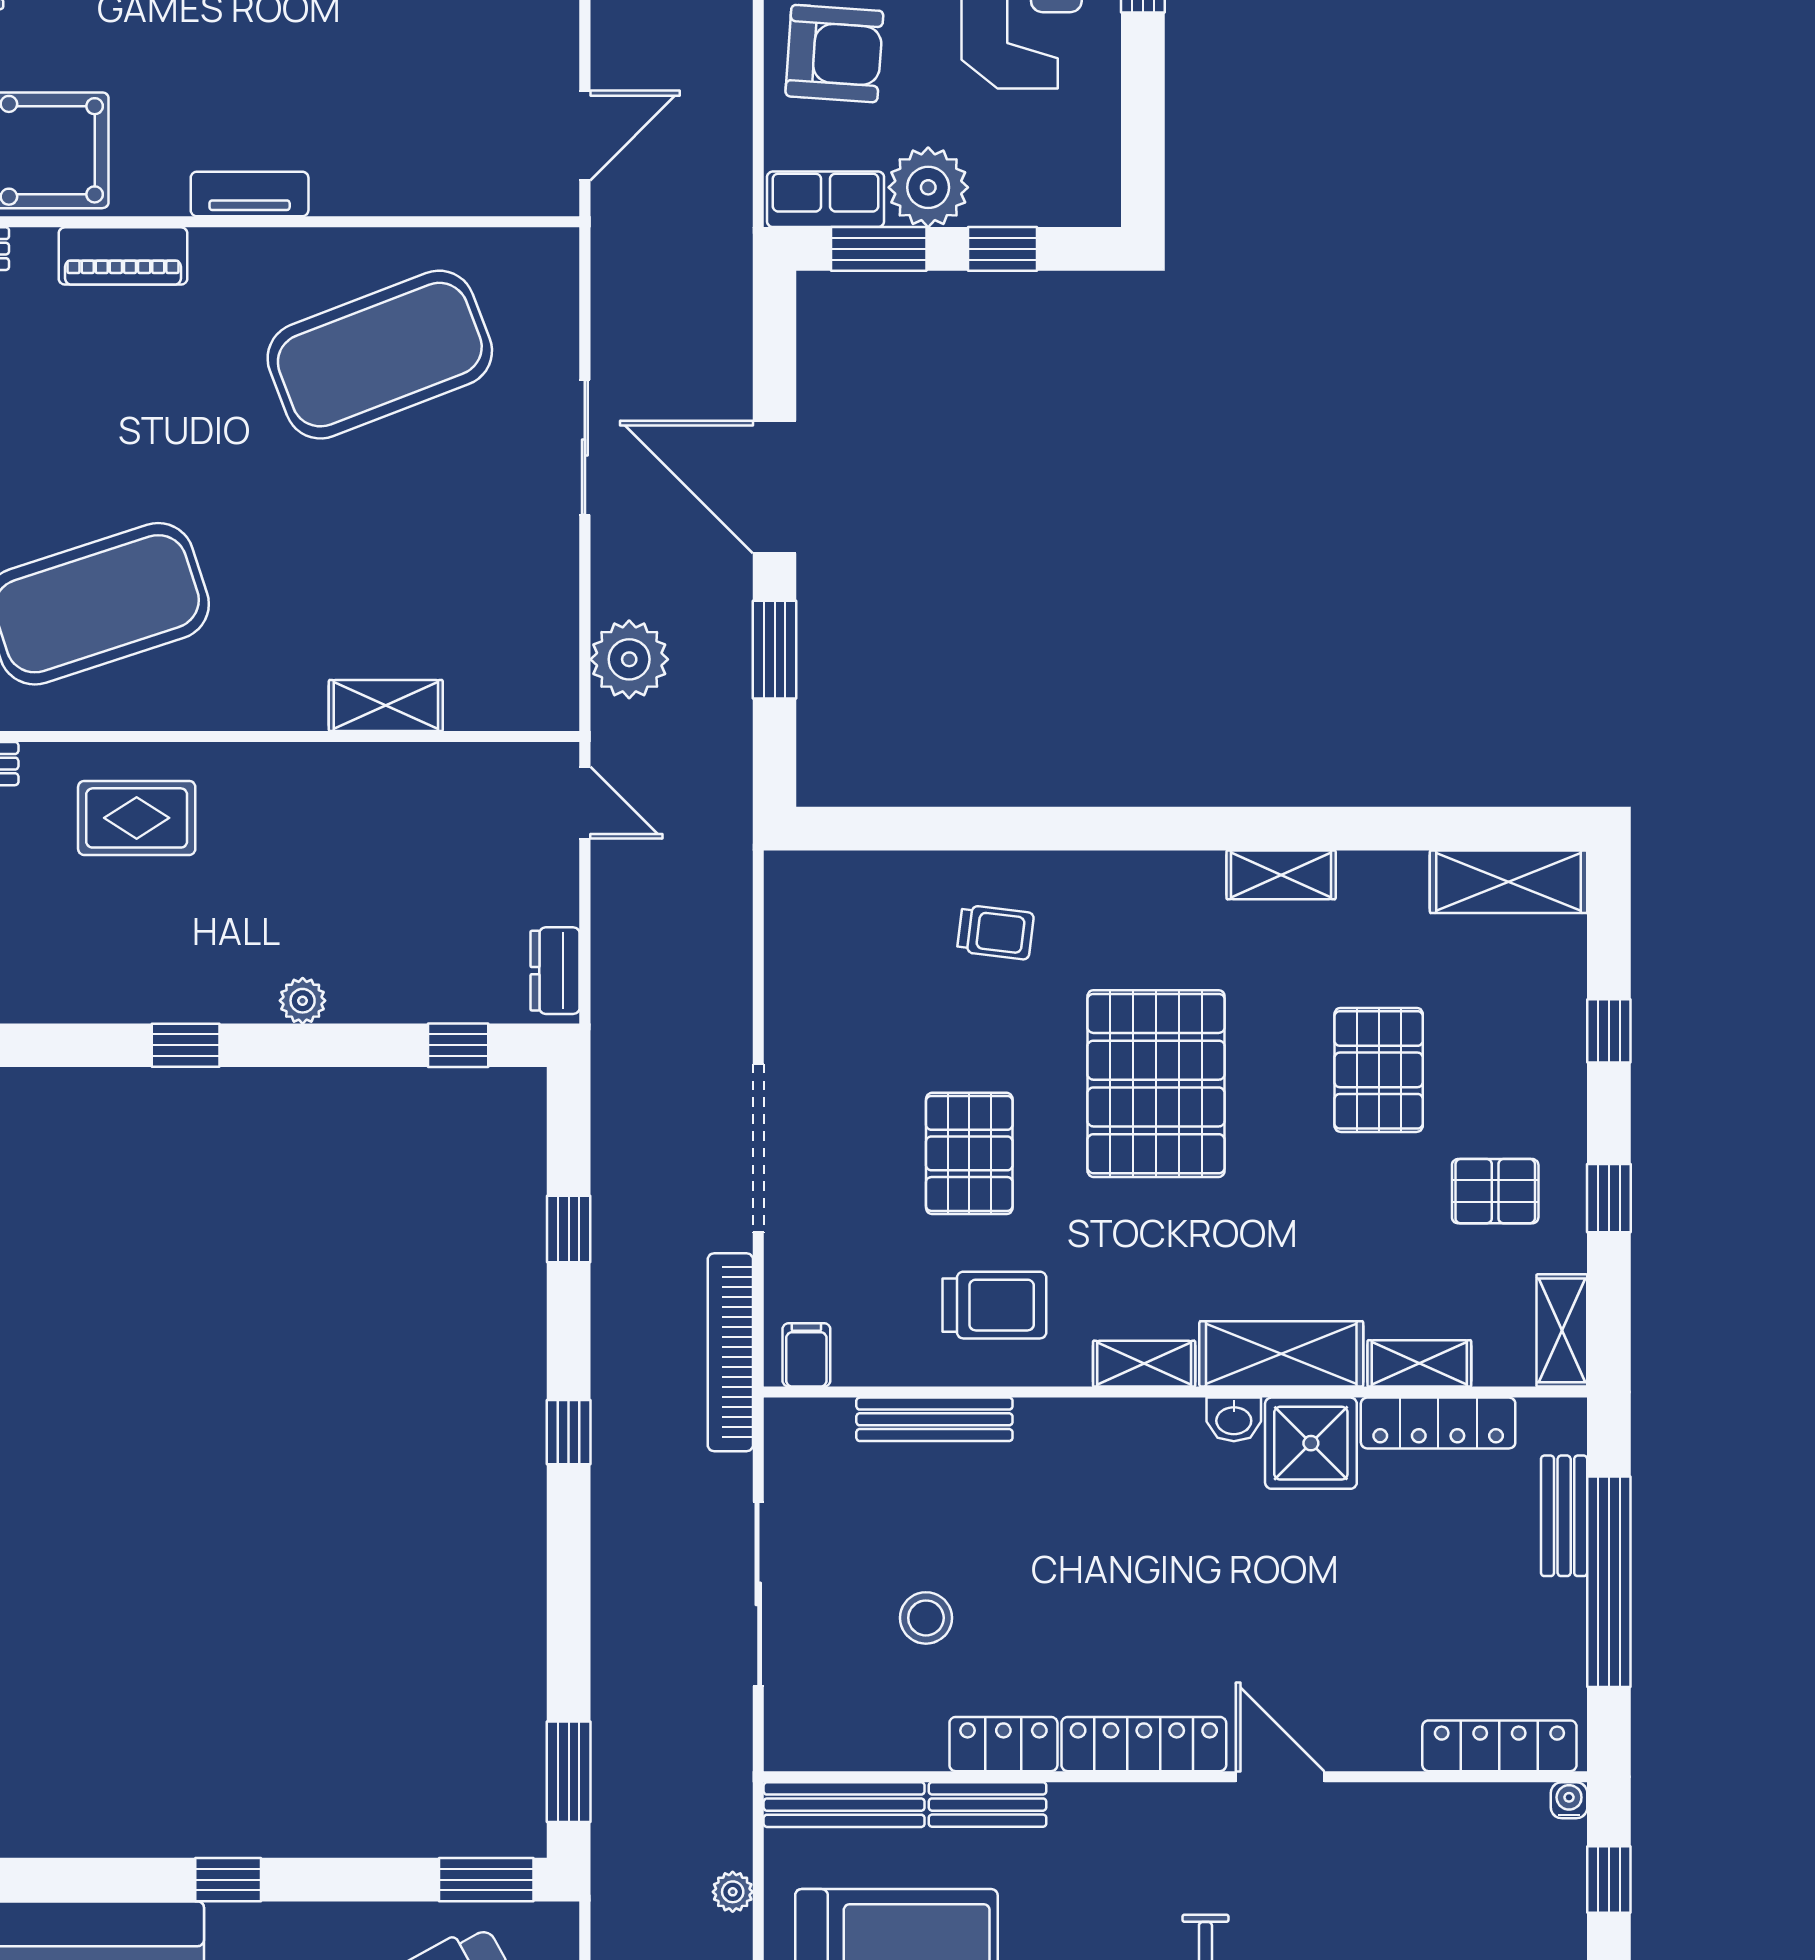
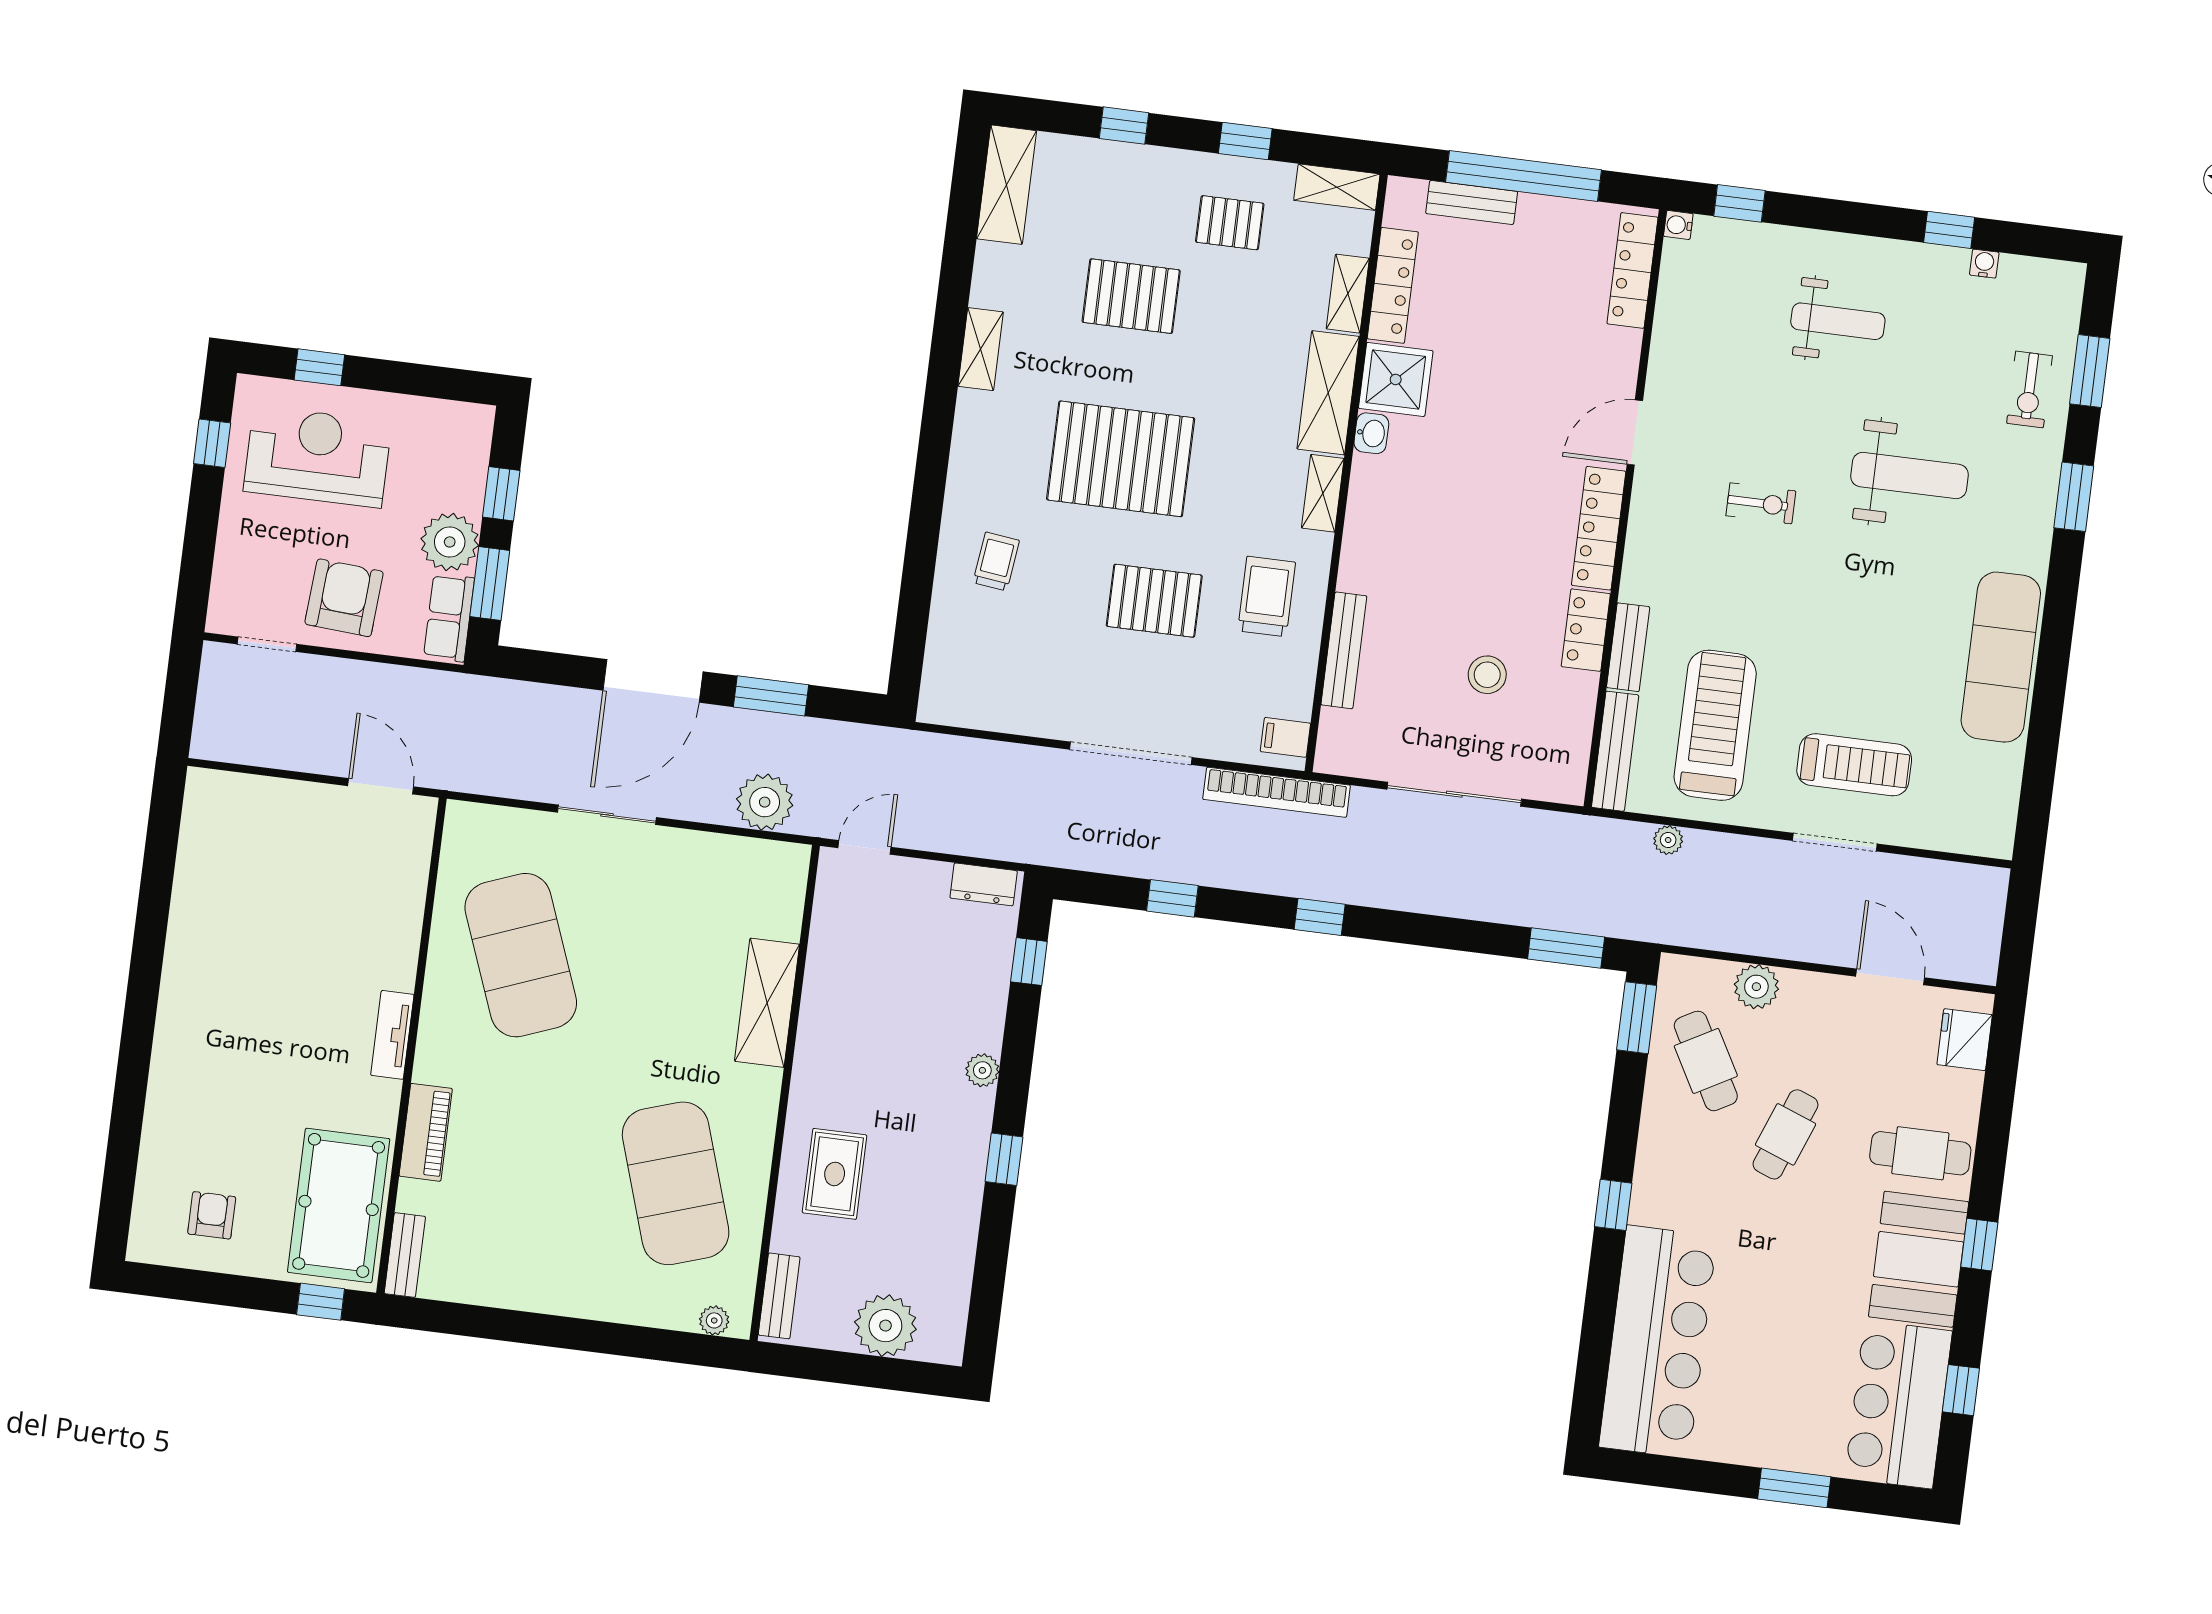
shelving: (386, 706) -> (767, 1003), width x1.50, depth x1.33
pallet: (1495, 1191) -> (1230, 223), turned 90

